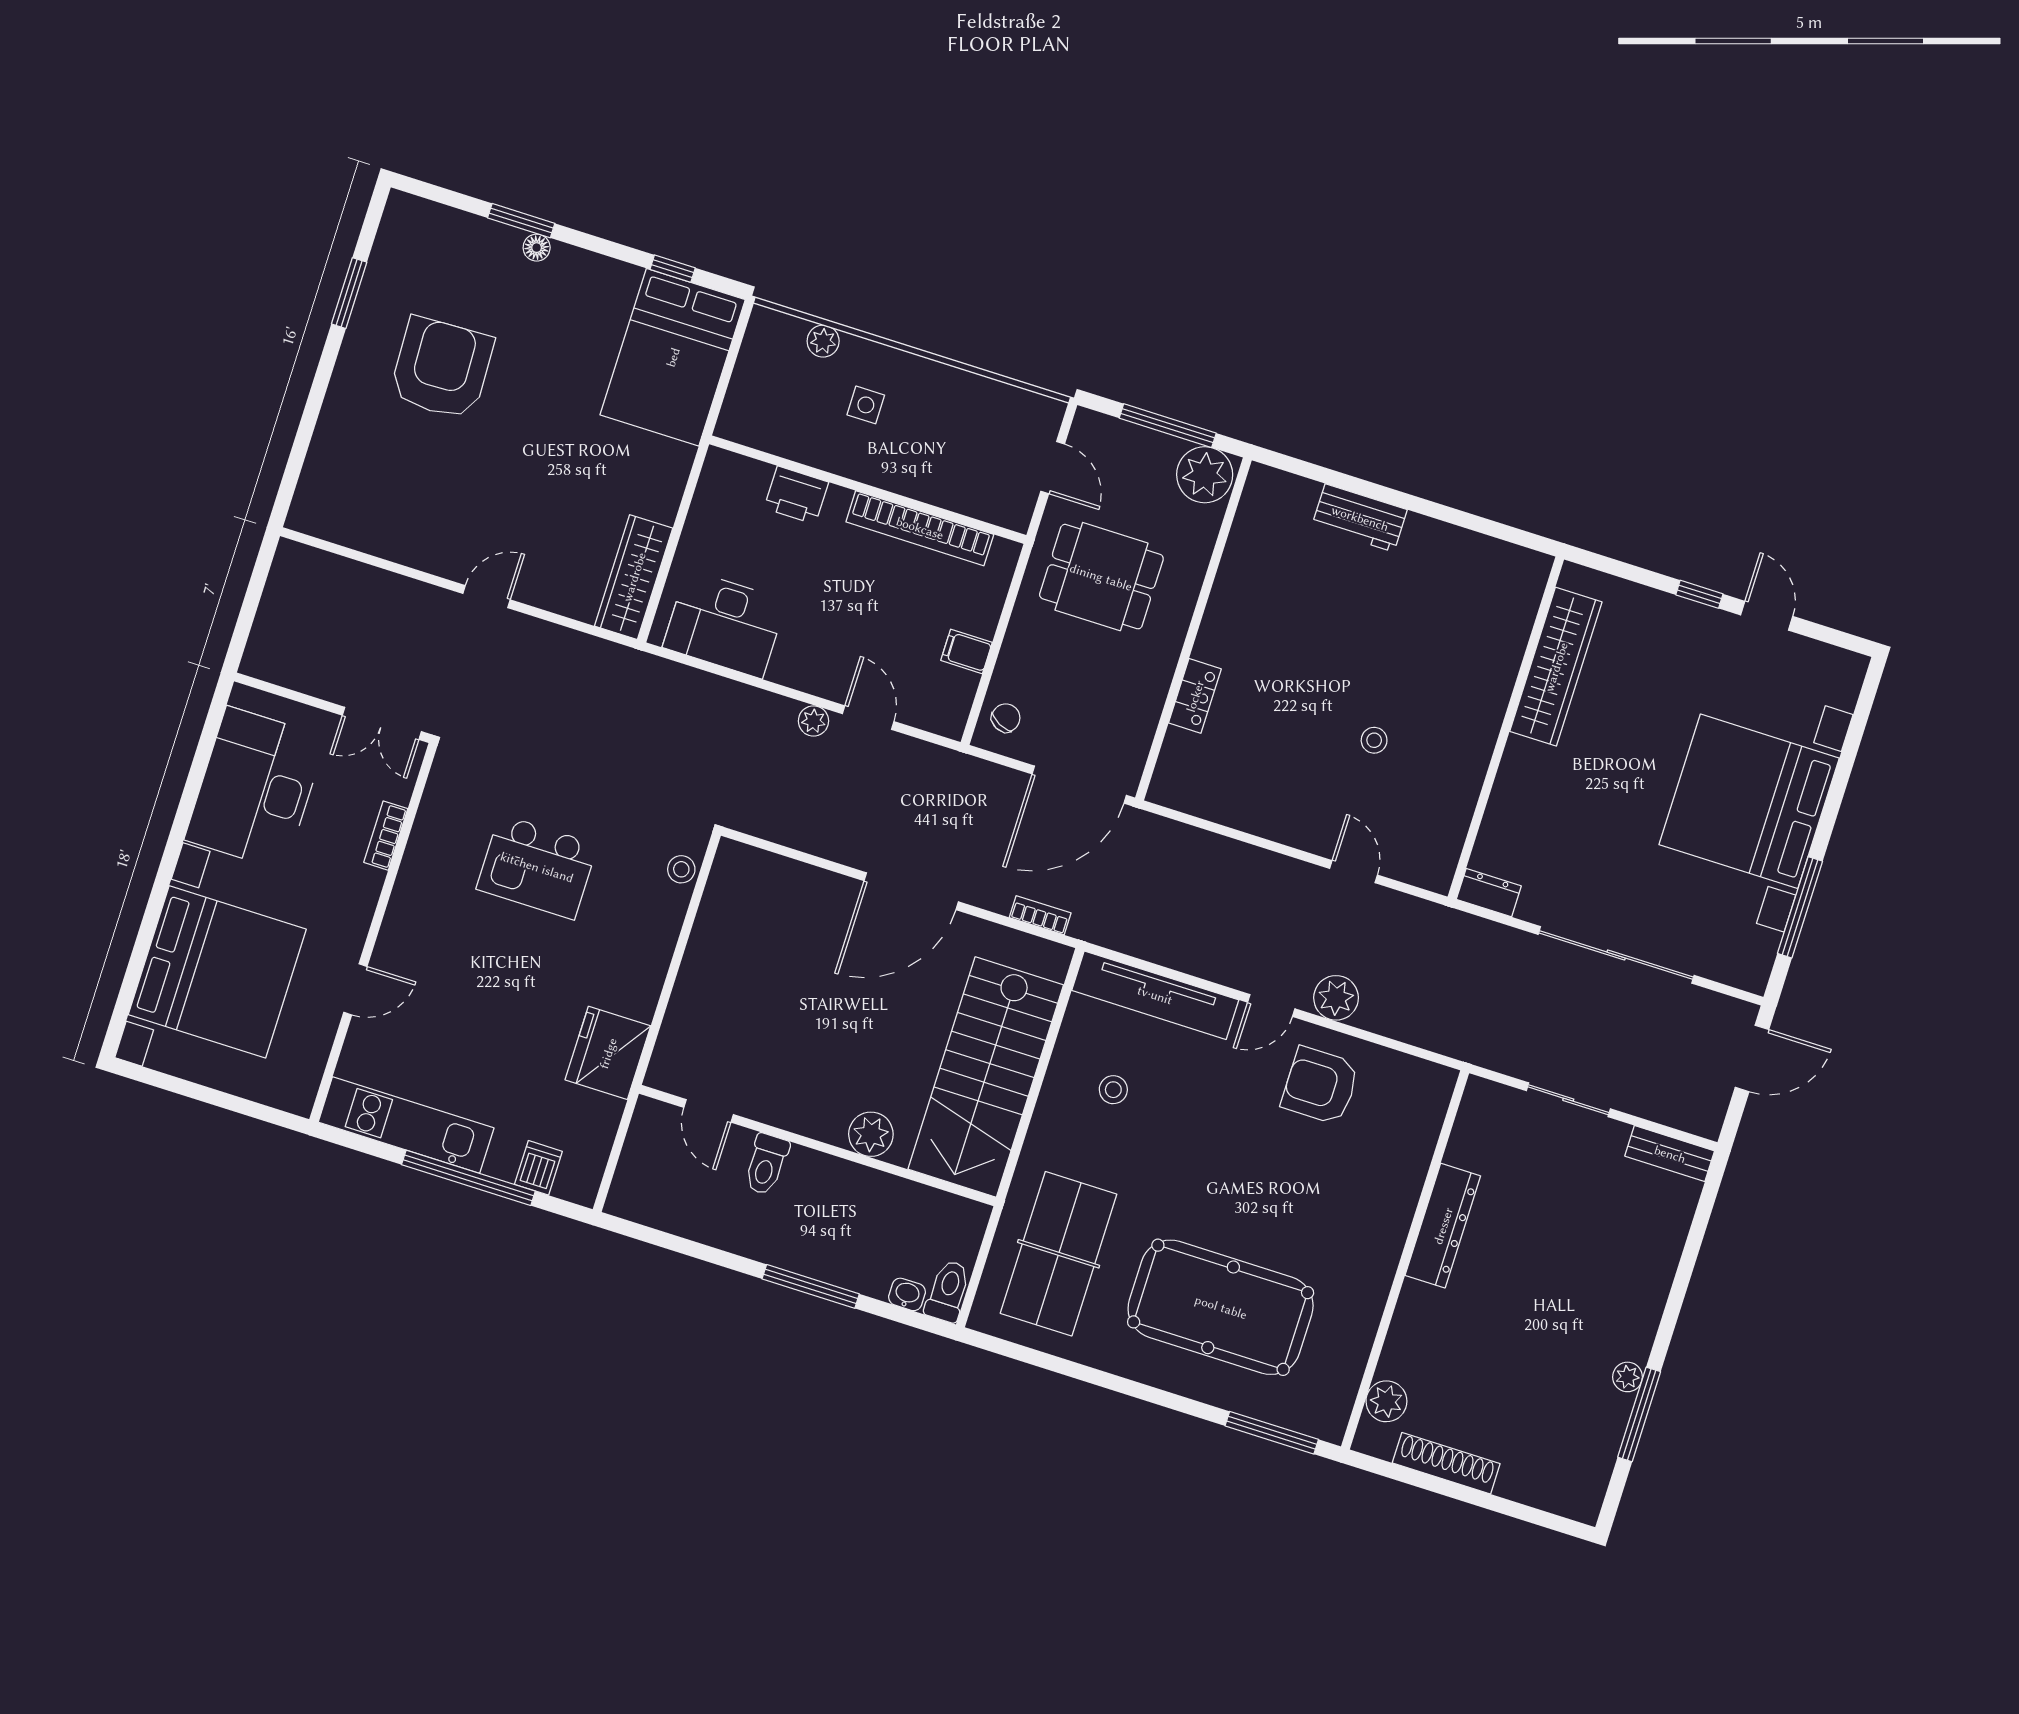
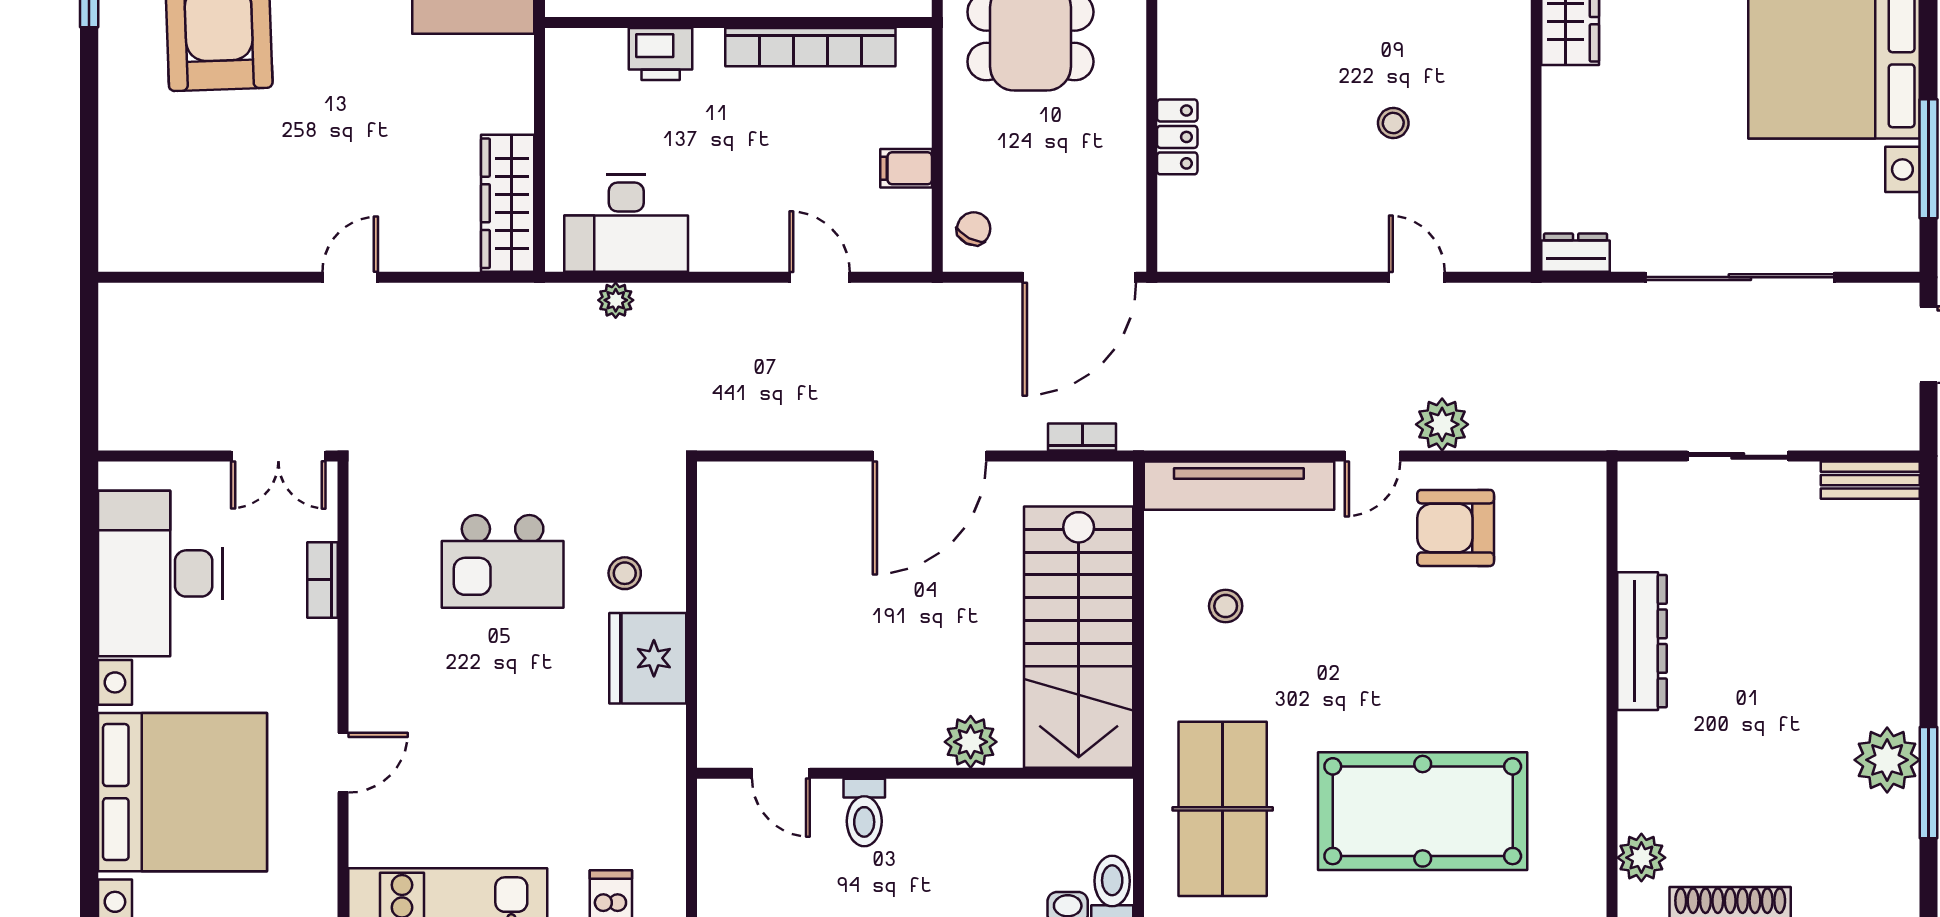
plant: (813, 721) -> (616, 300), moved
stool: (681, 869) -> (625, 573), moved
fridge: (608, 1053) -> (648, 658), moved
plant: (1628, 1377) -> (1887, 760), width x1.87, depth x1.87

